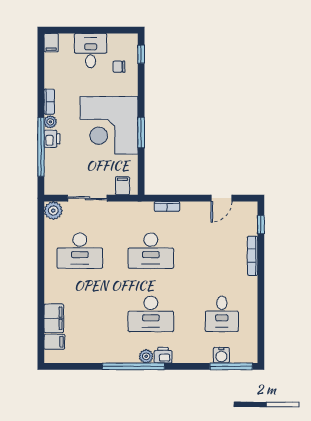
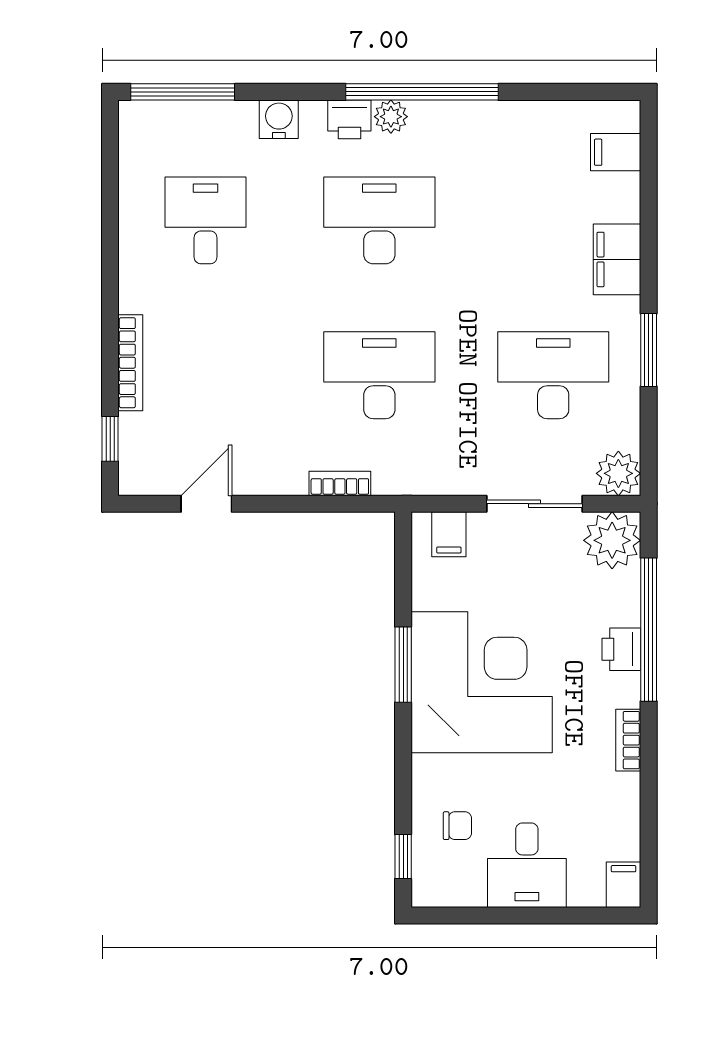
plant: (50, 122) -> (612, 540), moved, width x1.88, depth x1.88
window: (41, 261) -> (649, 350), added
filing cabinet: (54, 318) -> (617, 259), moved
water cooler: (221, 355) -> (279, 119), moved

